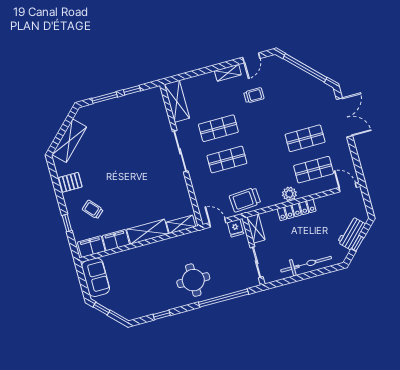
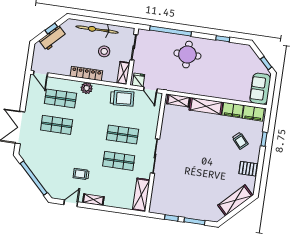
stool: (288, 243) -> (104, 51), added

